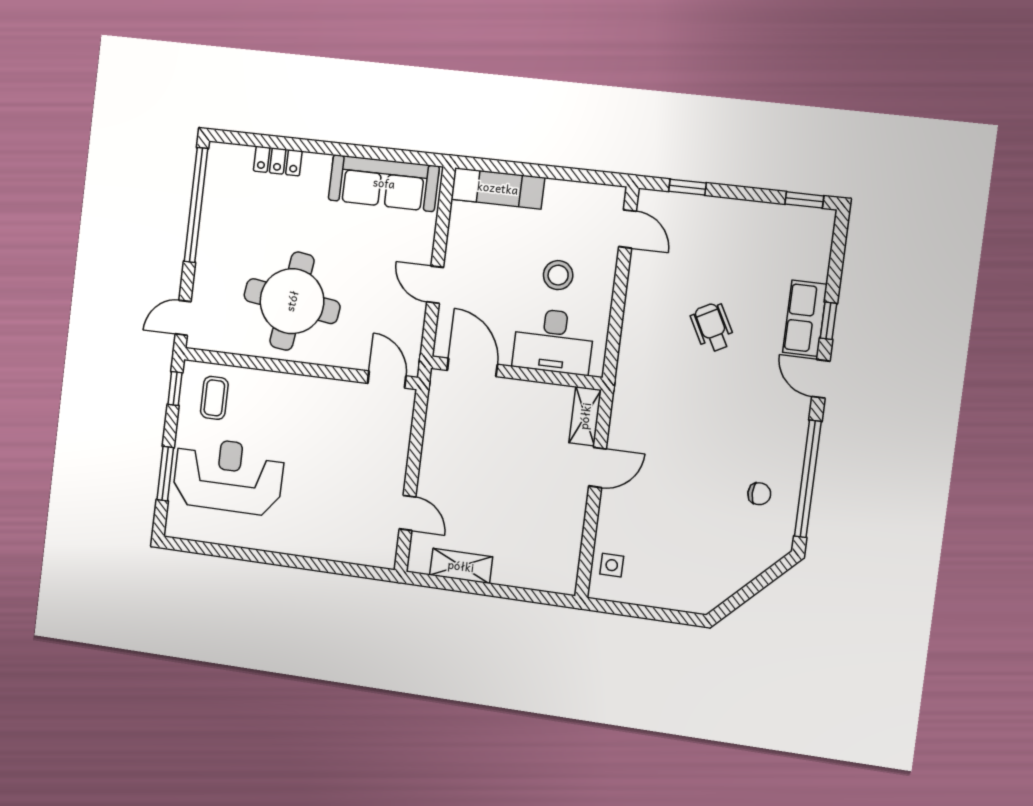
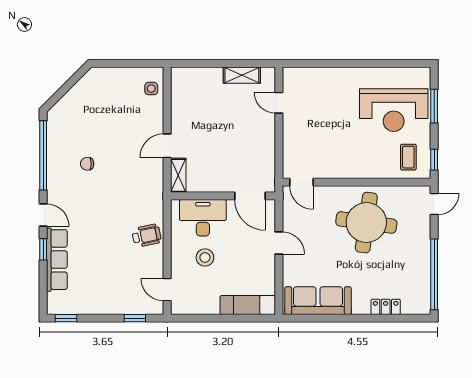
row of seats: (805, 318) -> (57, 260), width x1.48
wheelchair: (712, 327) -> (147, 236), moved, turned -74
chair: (759, 494) -> (87, 164), moved

